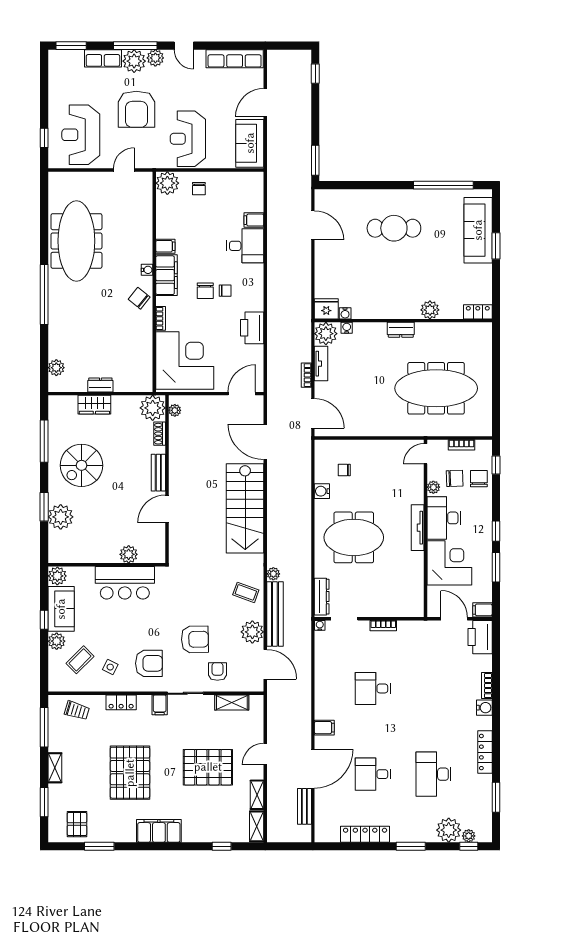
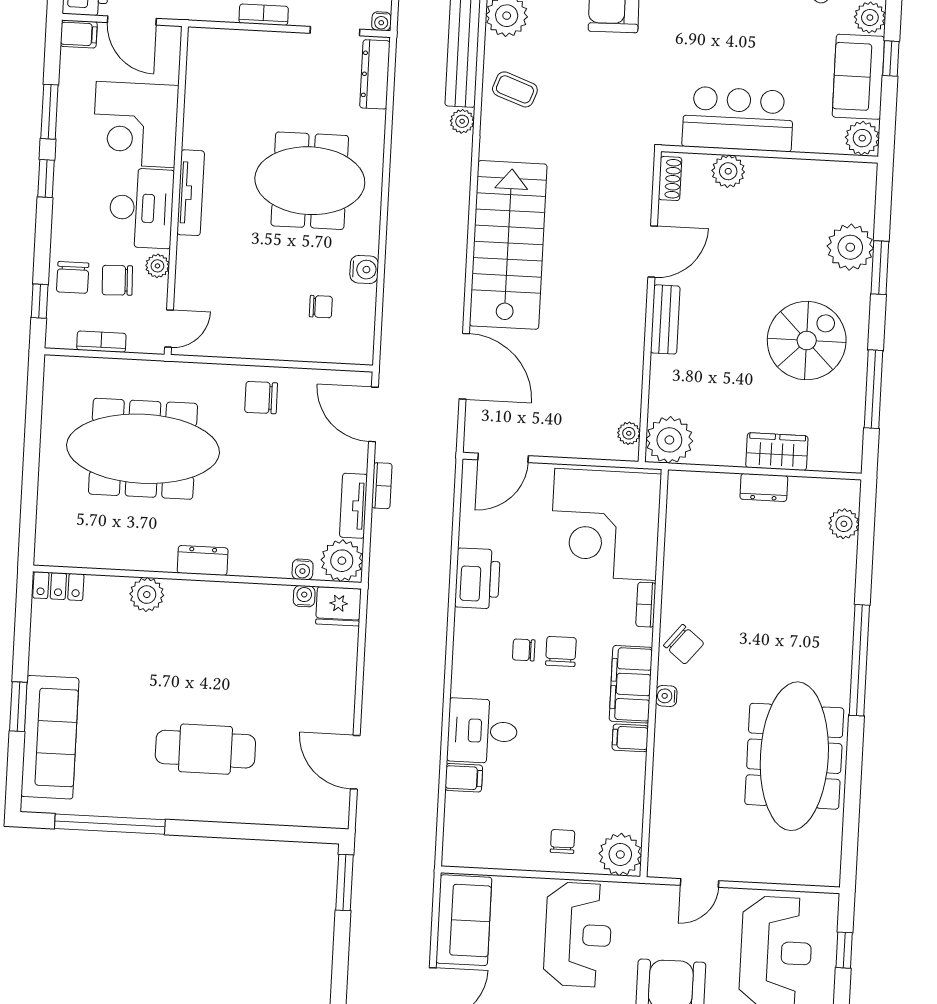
chair: (374, 419) -> (261, 398), added
shoe rack: (160, 434) -> (670, 179), moved

